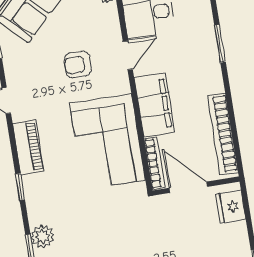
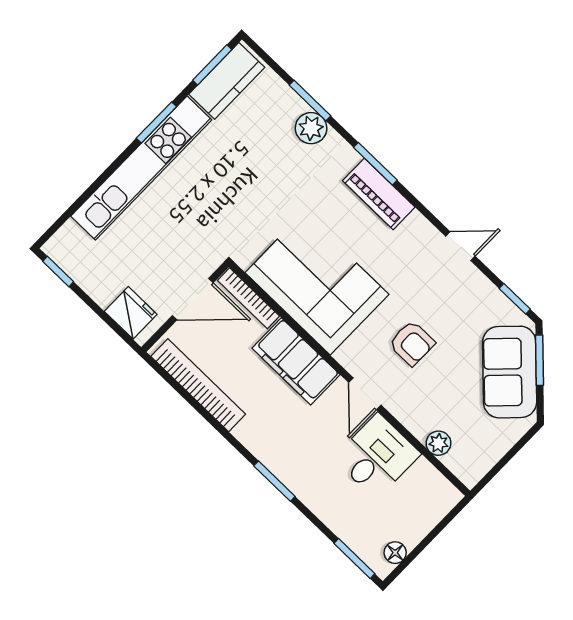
armchair: (78, 65) -> (412, 343), turned 90
piano: (28, 147) -> (379, 194), moved
window: (20, 187) -> (375, 164), width x1.50

